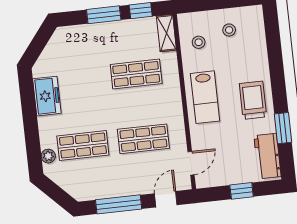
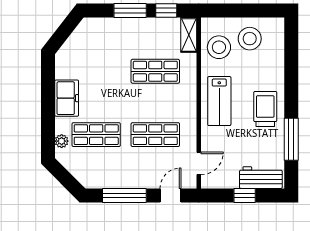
stool: (229, 30) -> (250, 39), width x1.89, depth x1.89
stool: (199, 42) -> (219, 47), width x1.89, depth x1.89
freezer: (47, 96) -> (67, 98), moved
window: (283, 128) -> (291, 139), width x1.44
workbench: (268, 156) -> (261, 178), moved, turned 90

